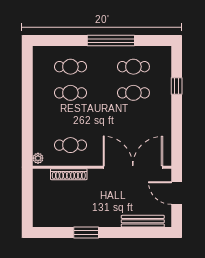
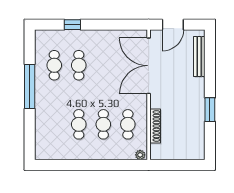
cafe table: (70, 67) -> (103, 124), moved

